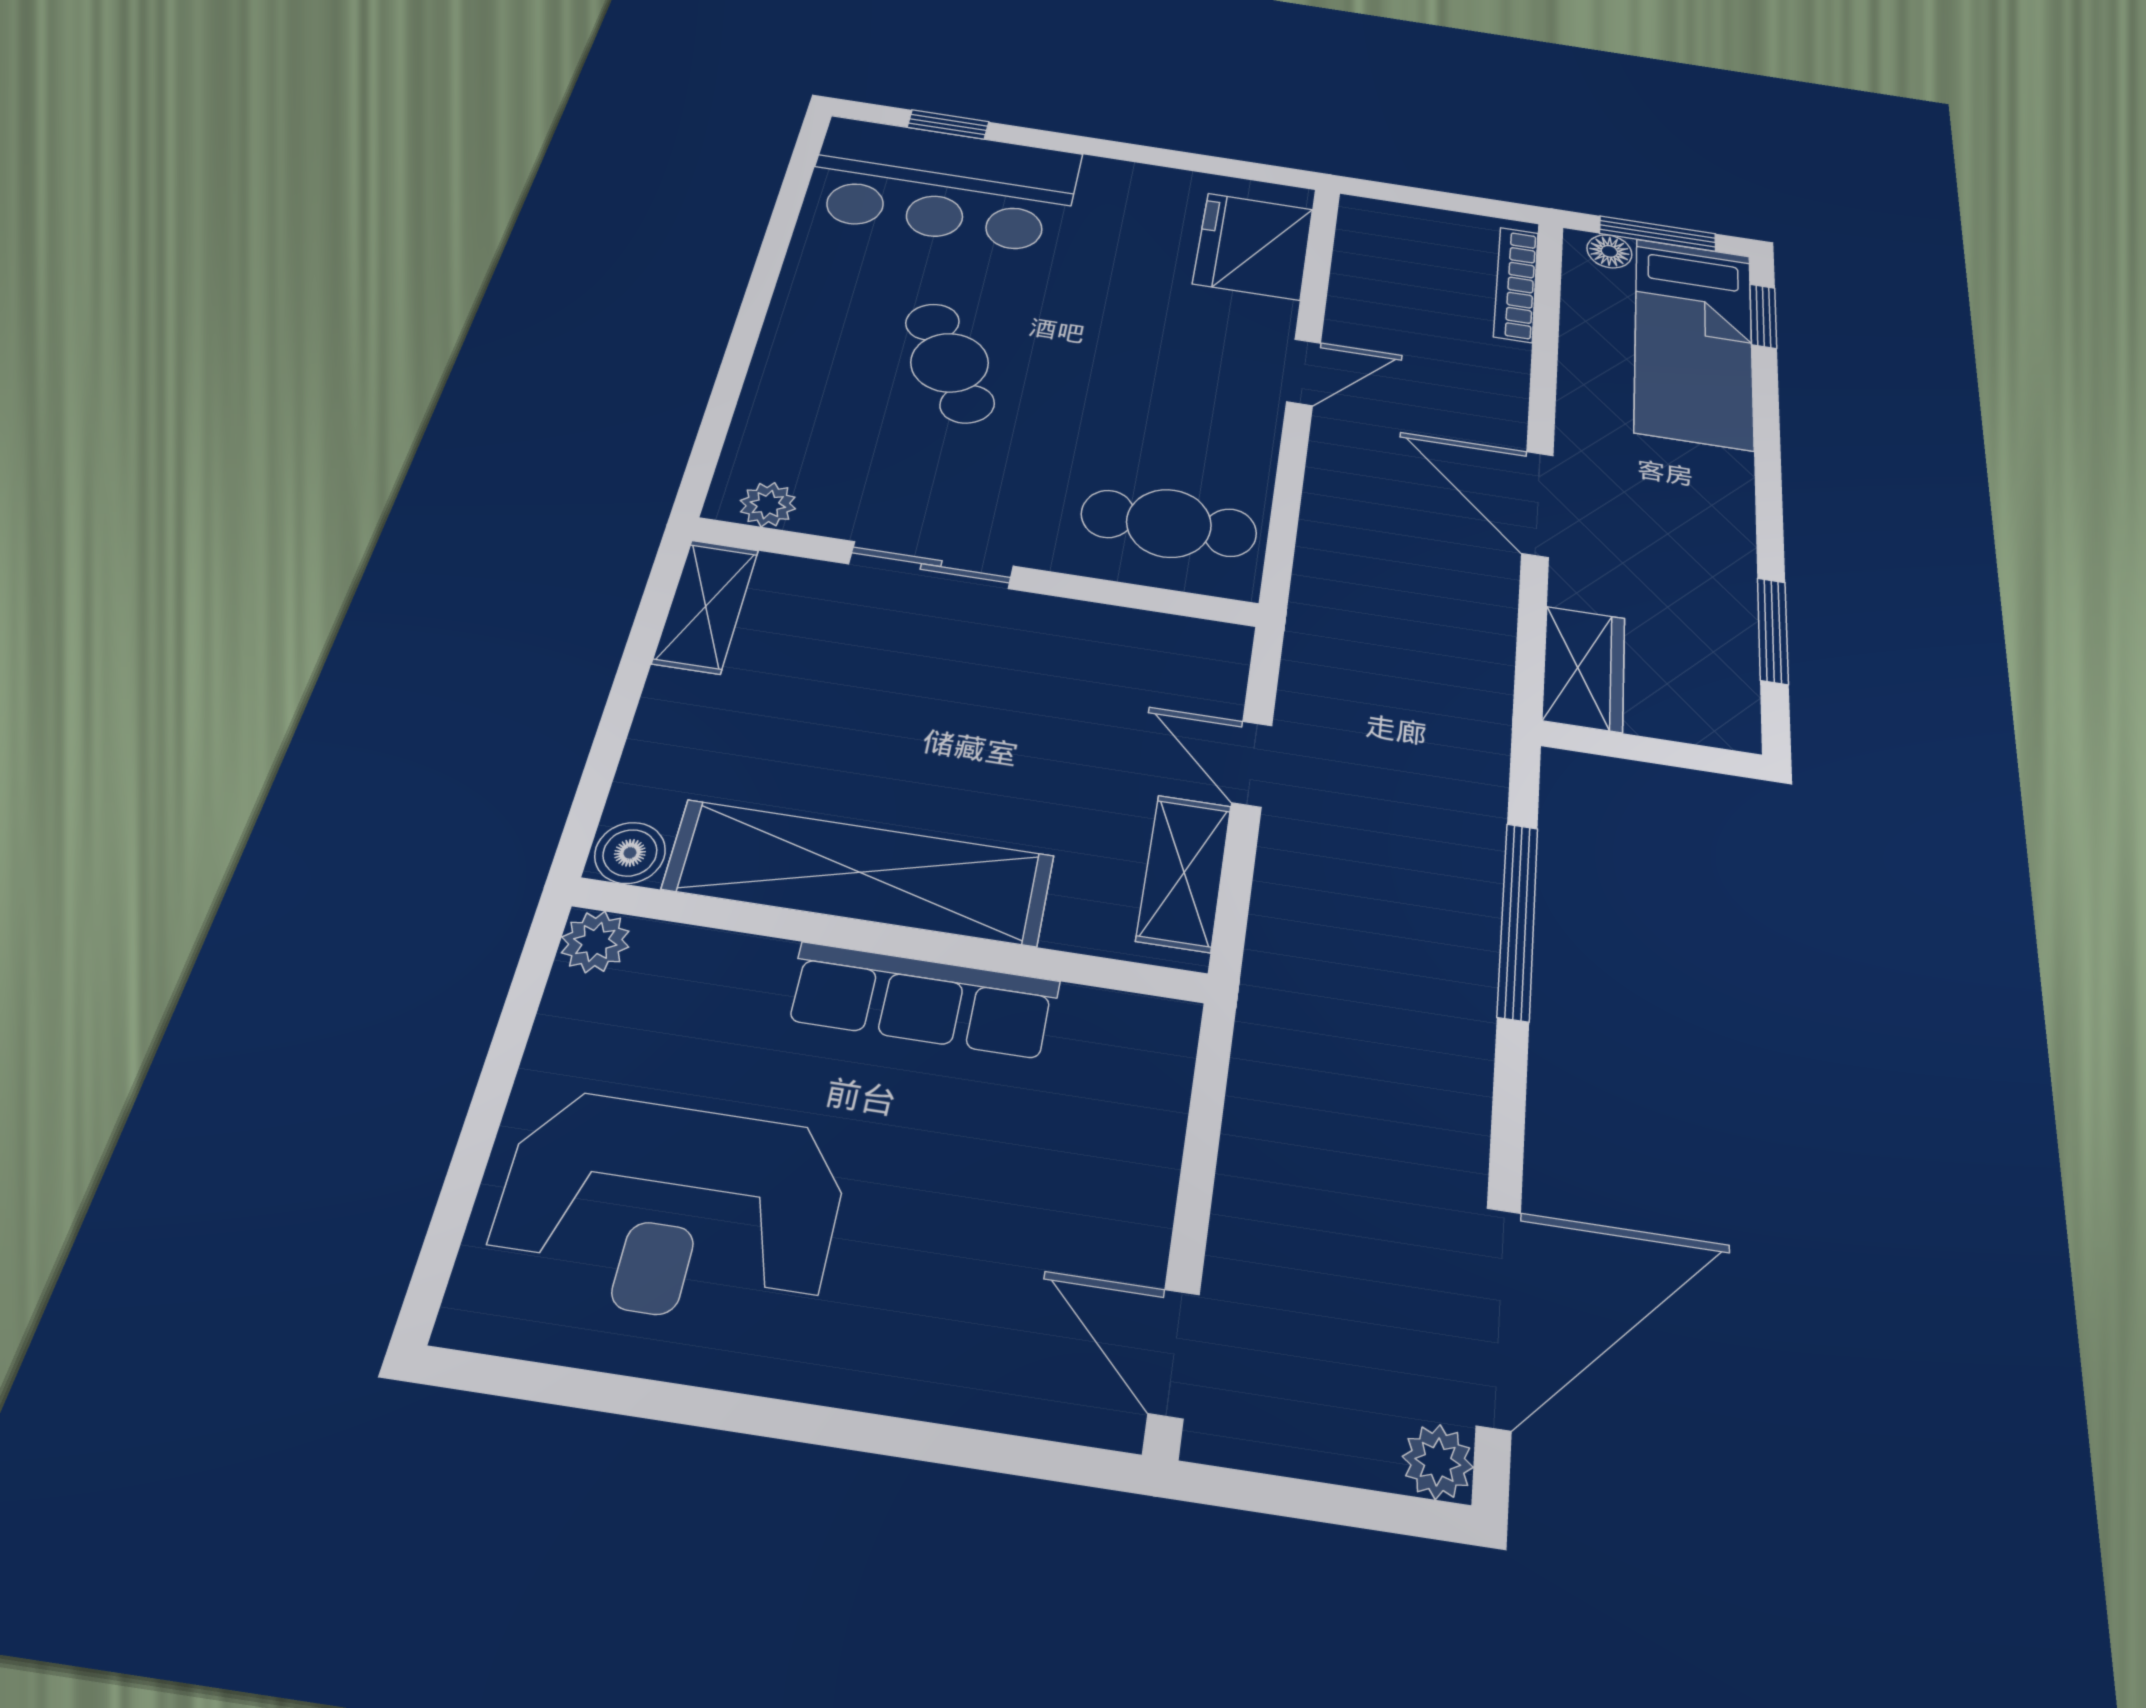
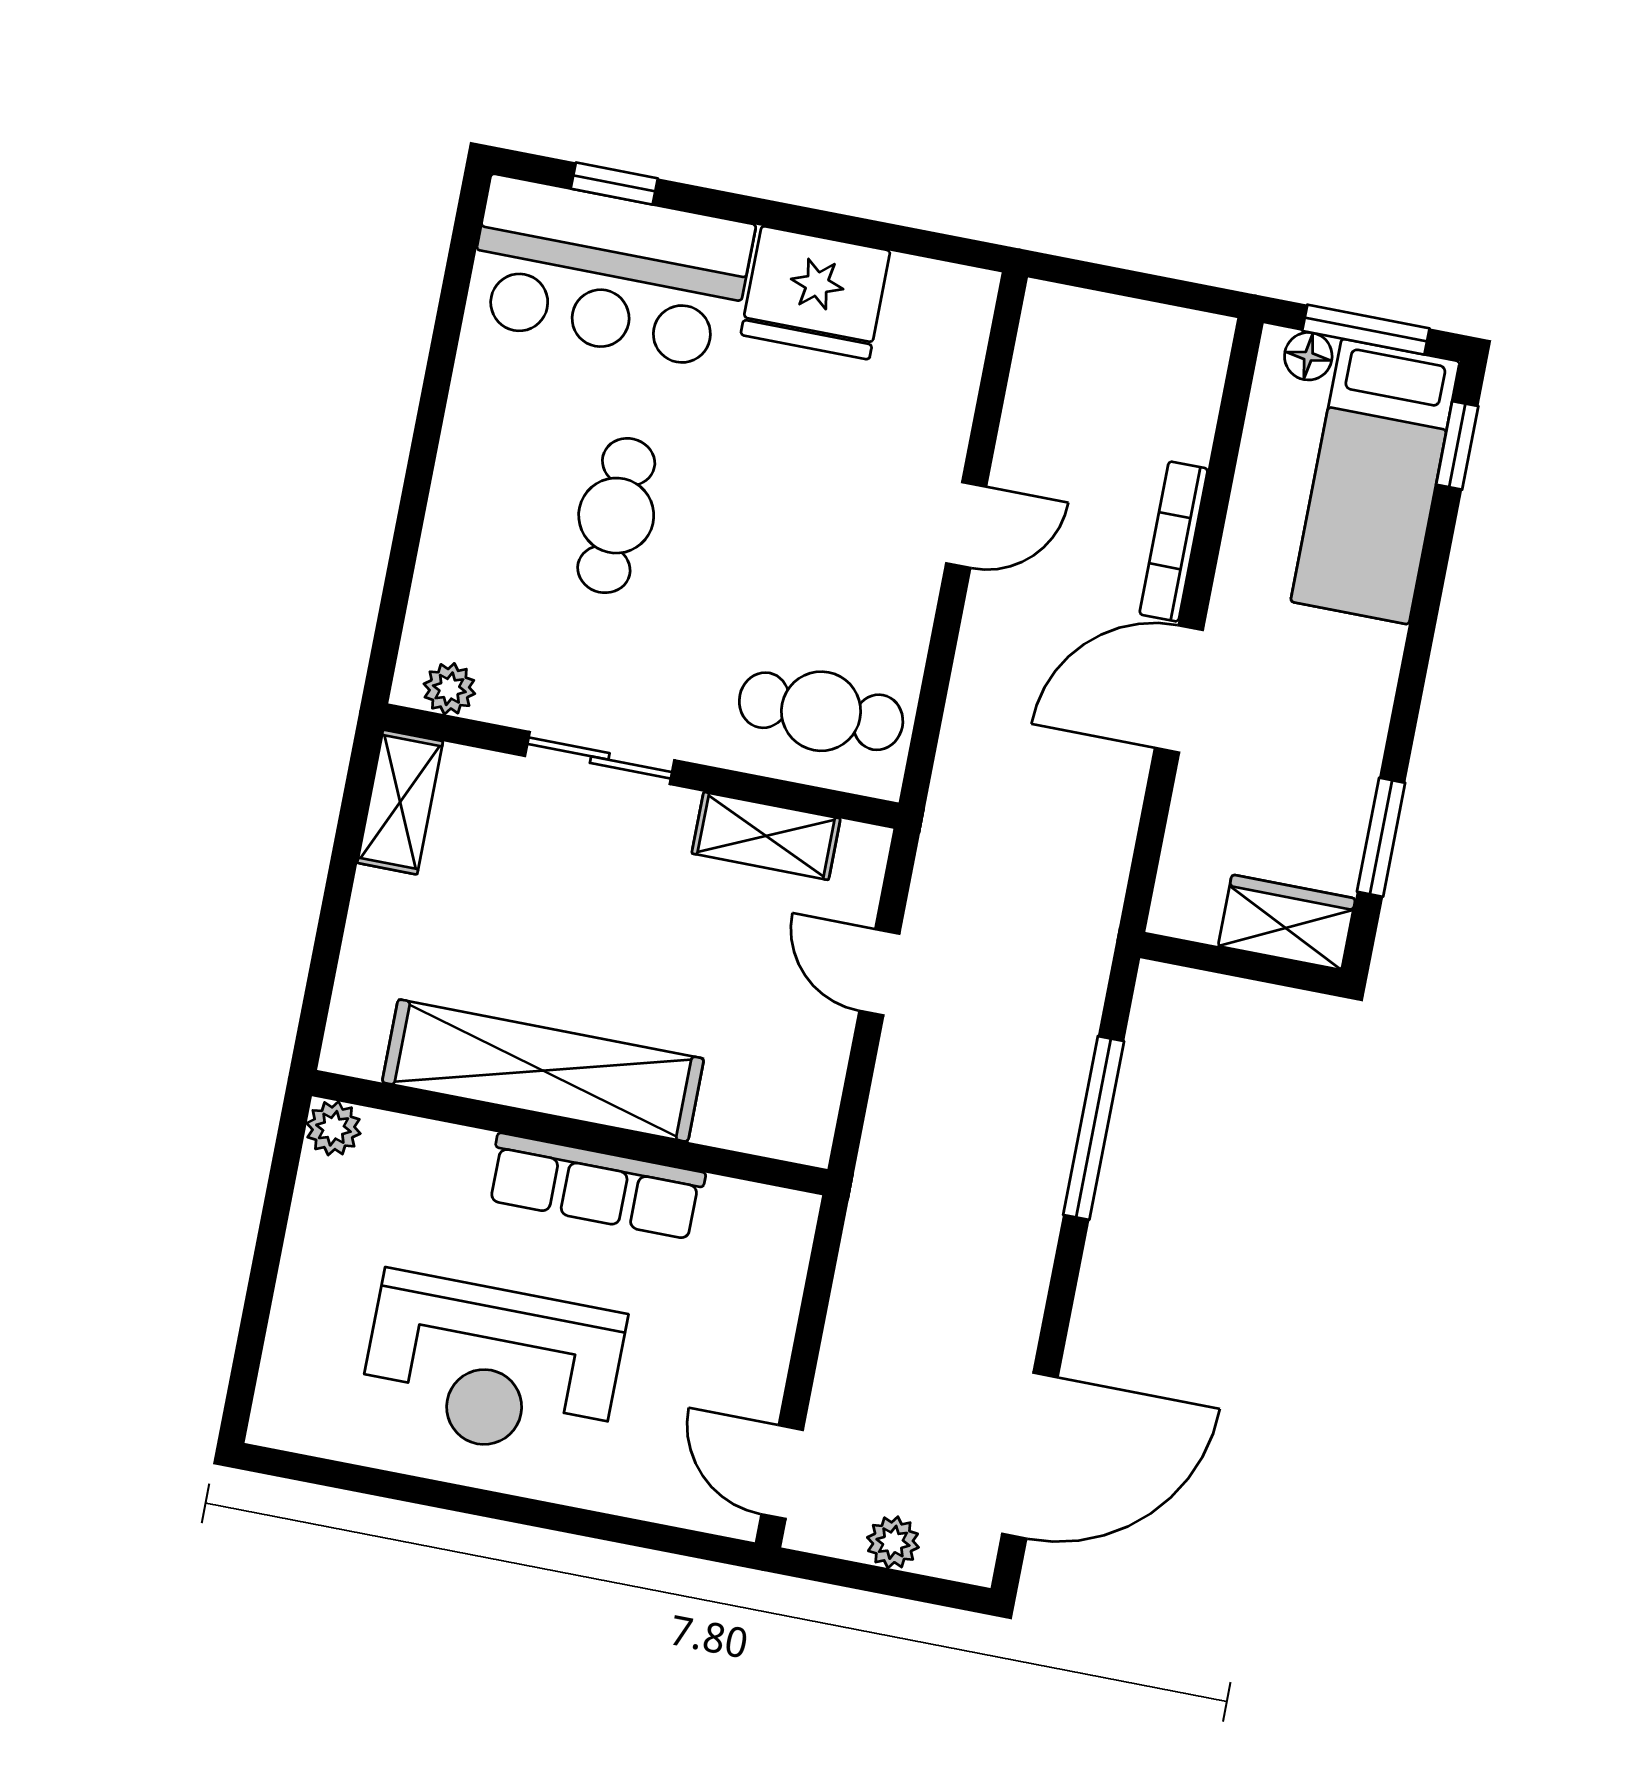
fridge: (1253, 246) -> (815, 293), moved, turned -90
bookcase: (1516, 284) -> (1174, 541), moved
cafe table: (950, 363) -> (616, 516), turned 31
door: (1538, 504) -> (1179, 689), hinge flipped
wardrobe: (1584, 669) -> (1287, 922), moved, turned -90
boiler: (630, 853) -> (354, 1048), removed
shelving: (1184, 873) -> (766, 836), moved, turned 90
reception desk: (669, 1209) -> (492, 1367), moved
plant: (1438, 1462) -> (893, 1542), moved

